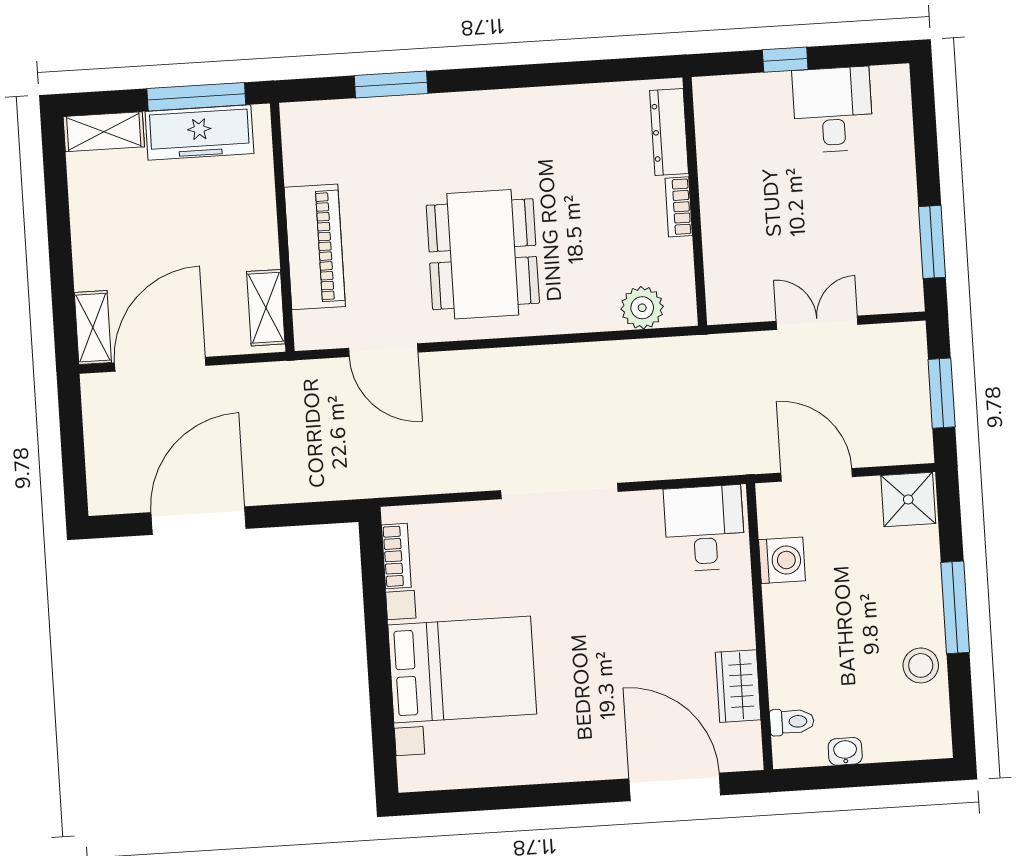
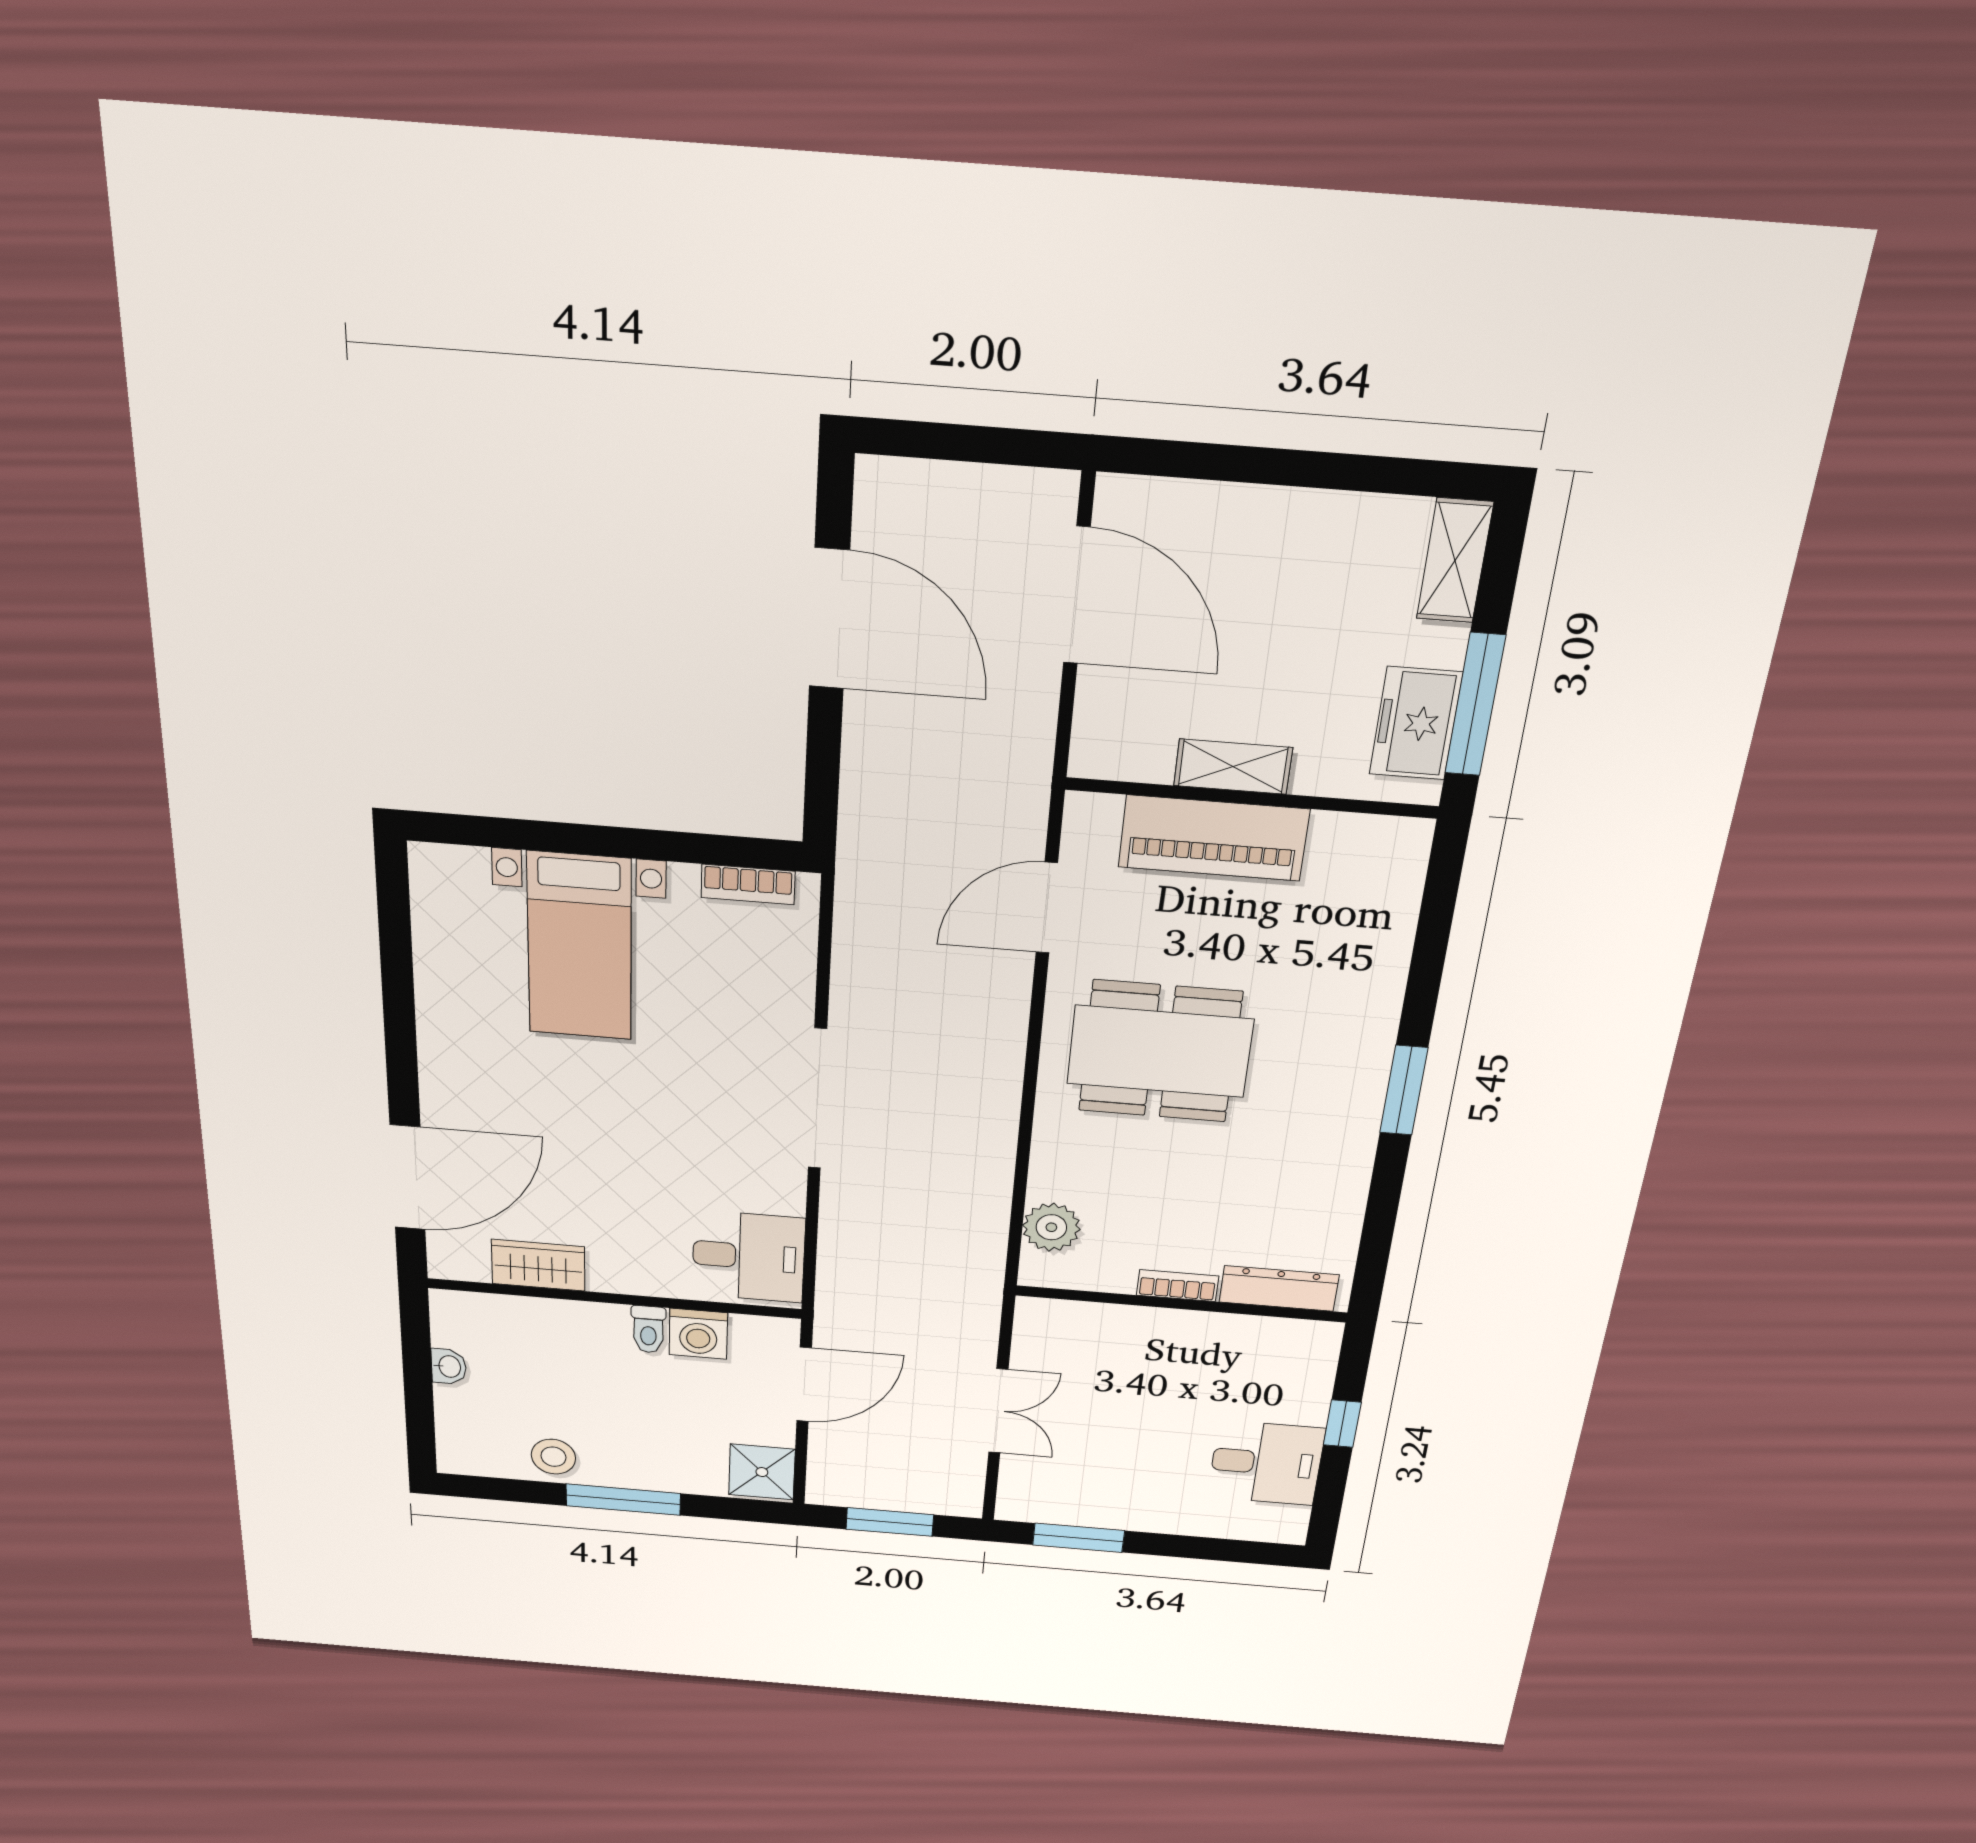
window: (391, 84) -> (1404, 1090), moved
freezer: (199, 133) -> (1416, 723), width x0.71
shelving: (266, 308) -> (1233, 767), moved
shelving: (93, 328) -> (1151, 501), removed
bed with nightstands: (462, 669) -> (580, 947), width x0.73
toilet: (792, 722) -> (648, 1329), moved

